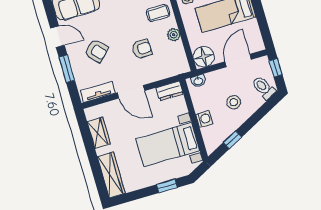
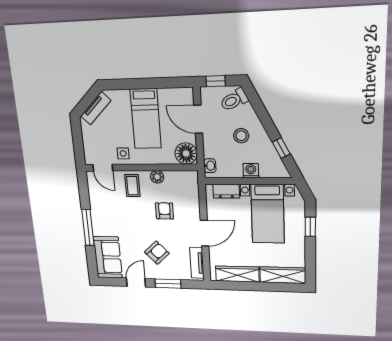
dresser: (170, 91) -> (226, 191), moved, turned 90
wardrobe: (99, 133) -> (237, 274), width x1.50

